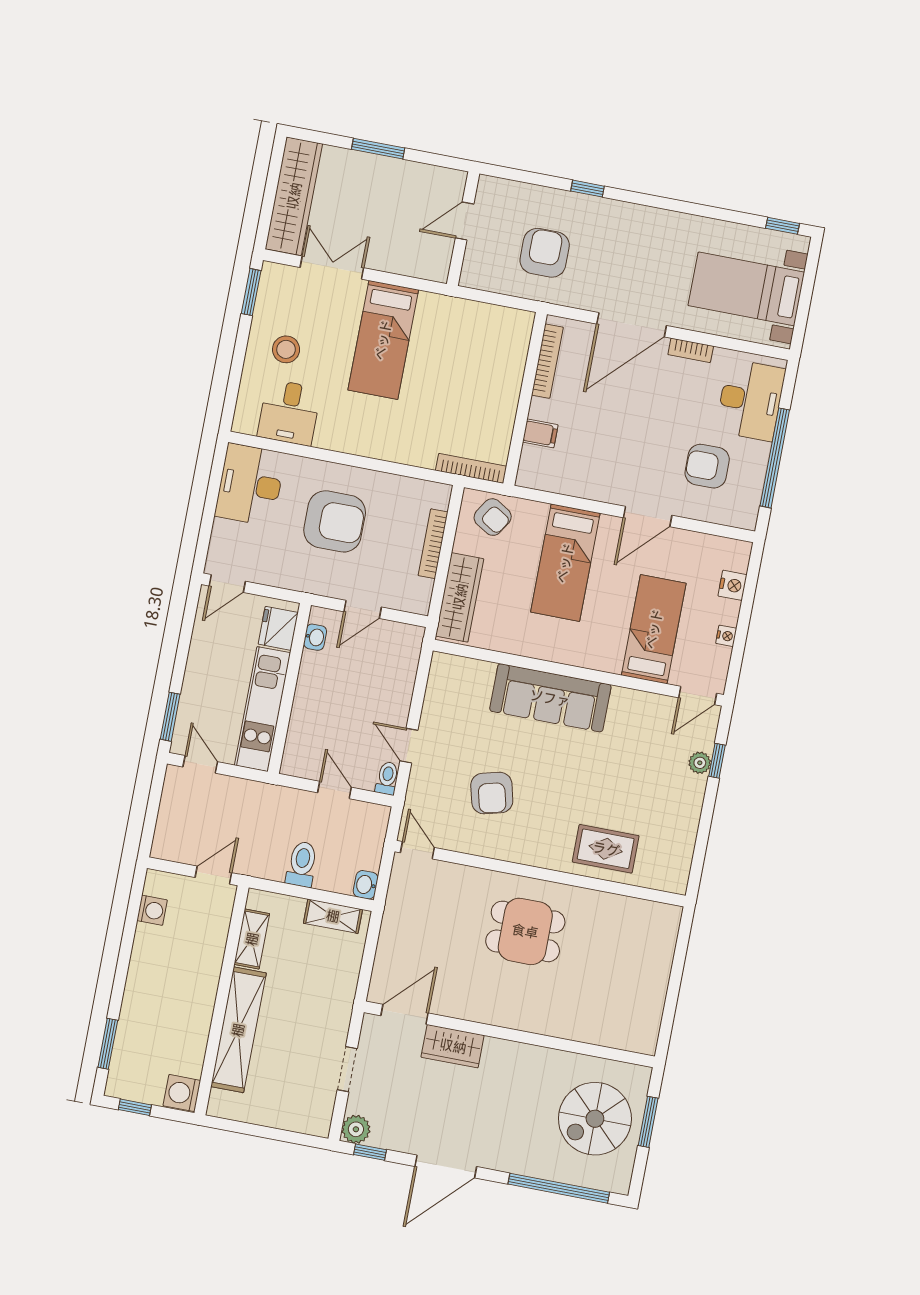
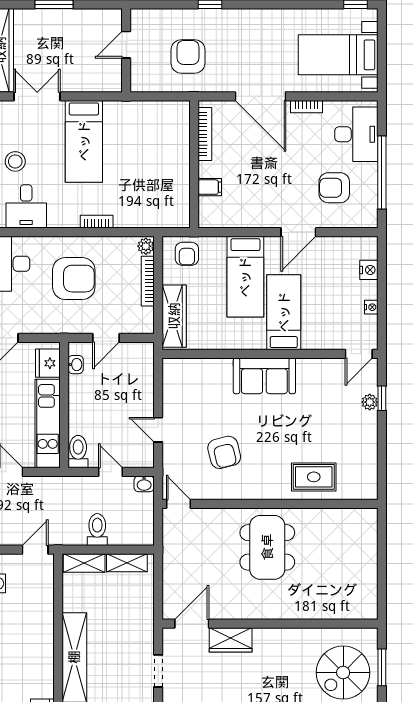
door: (632, 325) -> (260, 96), hinge flipped
bookcase: (471, 468) -> (97, 222), moved, width x0.64
plant: (439, 496) -> (146, 246), added
armchair: (493, 517) -> (187, 254), turned 58
bed: (654, 629) -> (284, 312), moved
sofa: (550, 698) -> (264, 376), width x0.73
toilet: (387, 778) -> (78, 452), moved, width x1.37, depth x1.39
washbasin: (366, 885) -> (144, 484), moved, turned -90
dining table: (525, 931) -> (267, 547), width x1.38
shelving: (252, 939) -> (84, 563), moved, turned 90

